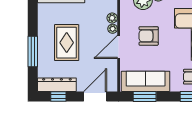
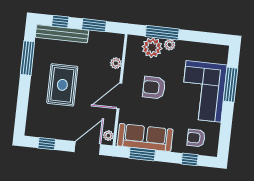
plant: (113, 29) -> (108, 136), moved
window: (33, 52) -> (27, 58), moved
dresser: (57, 85) -> (47, 130), removed

